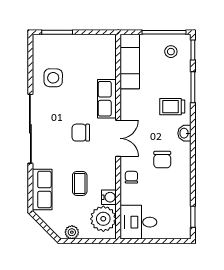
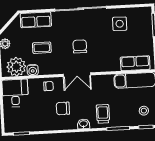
row of seats: (107, 99) -> (135, 63), moved

